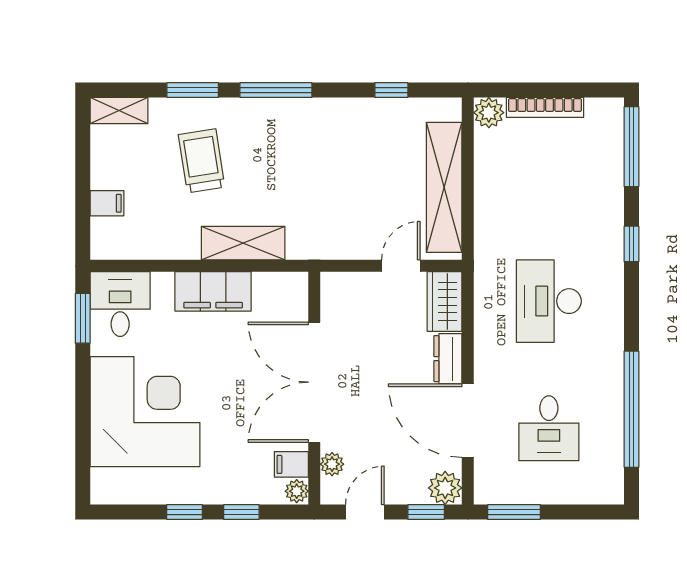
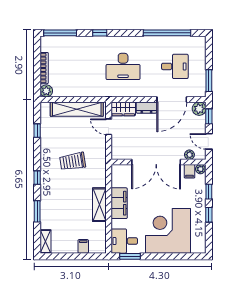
window: (276, 90) -> (37, 178), width x0.46
trolley: (202, 161) -> (73, 161), moved
shelving: (243, 243) -> (99, 205), moved

